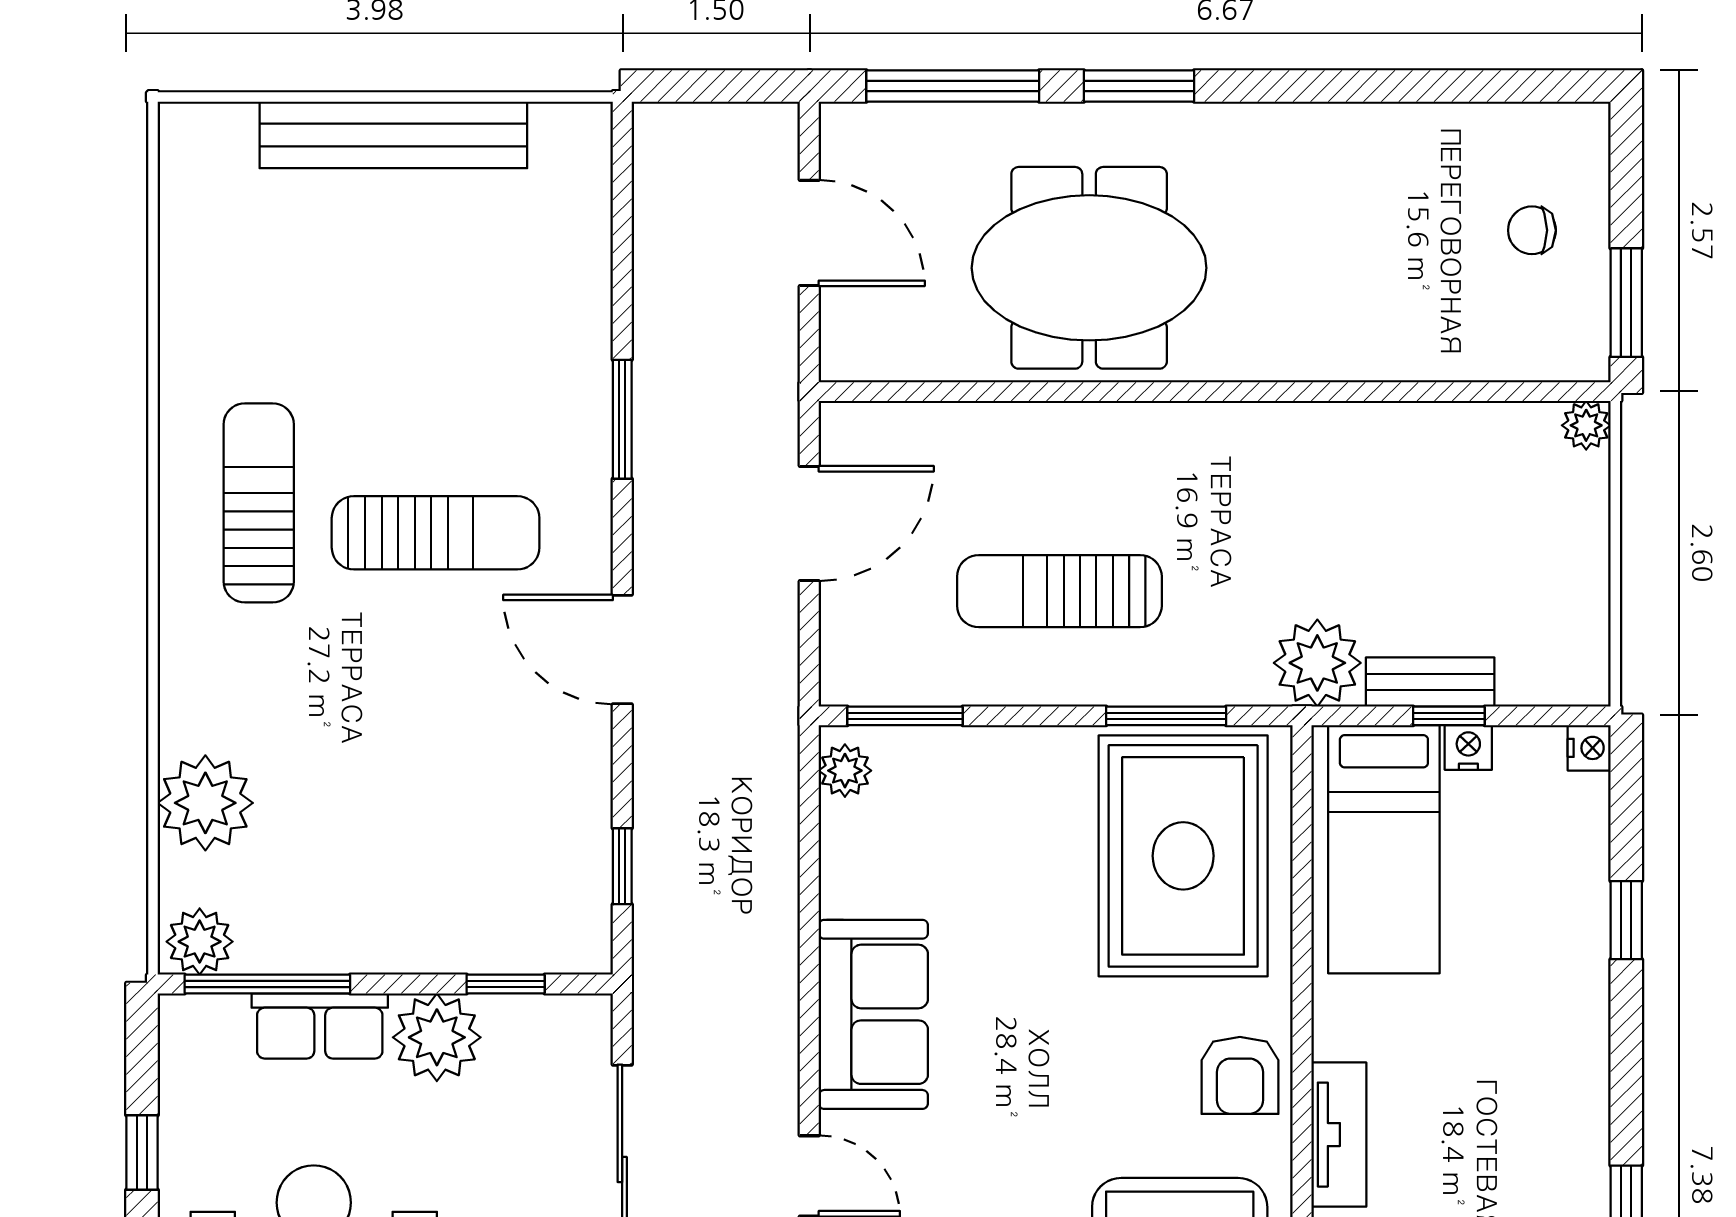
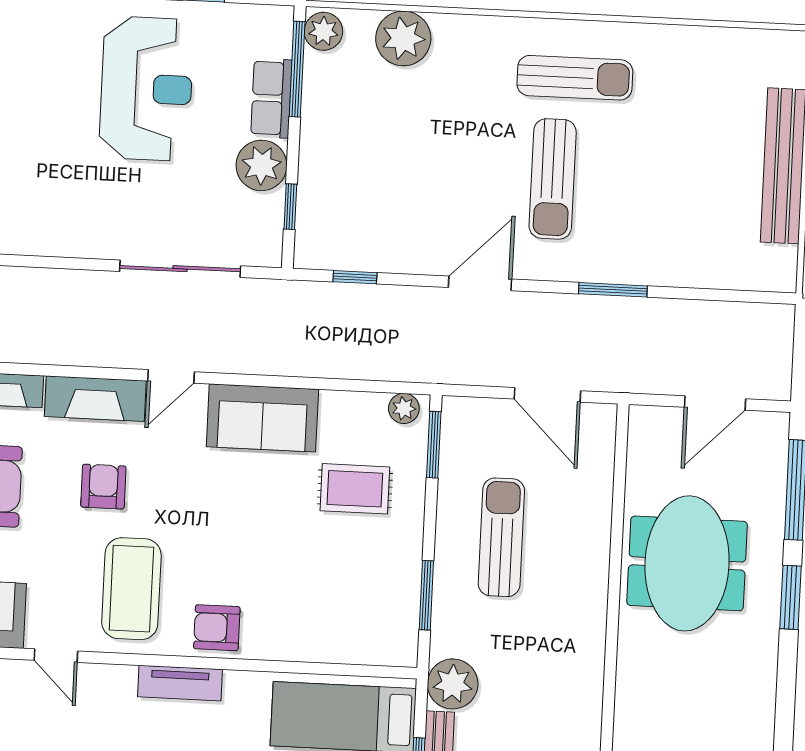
rug: (1183, 856) -> (355, 489), moved, width x0.54, depth x0.49

